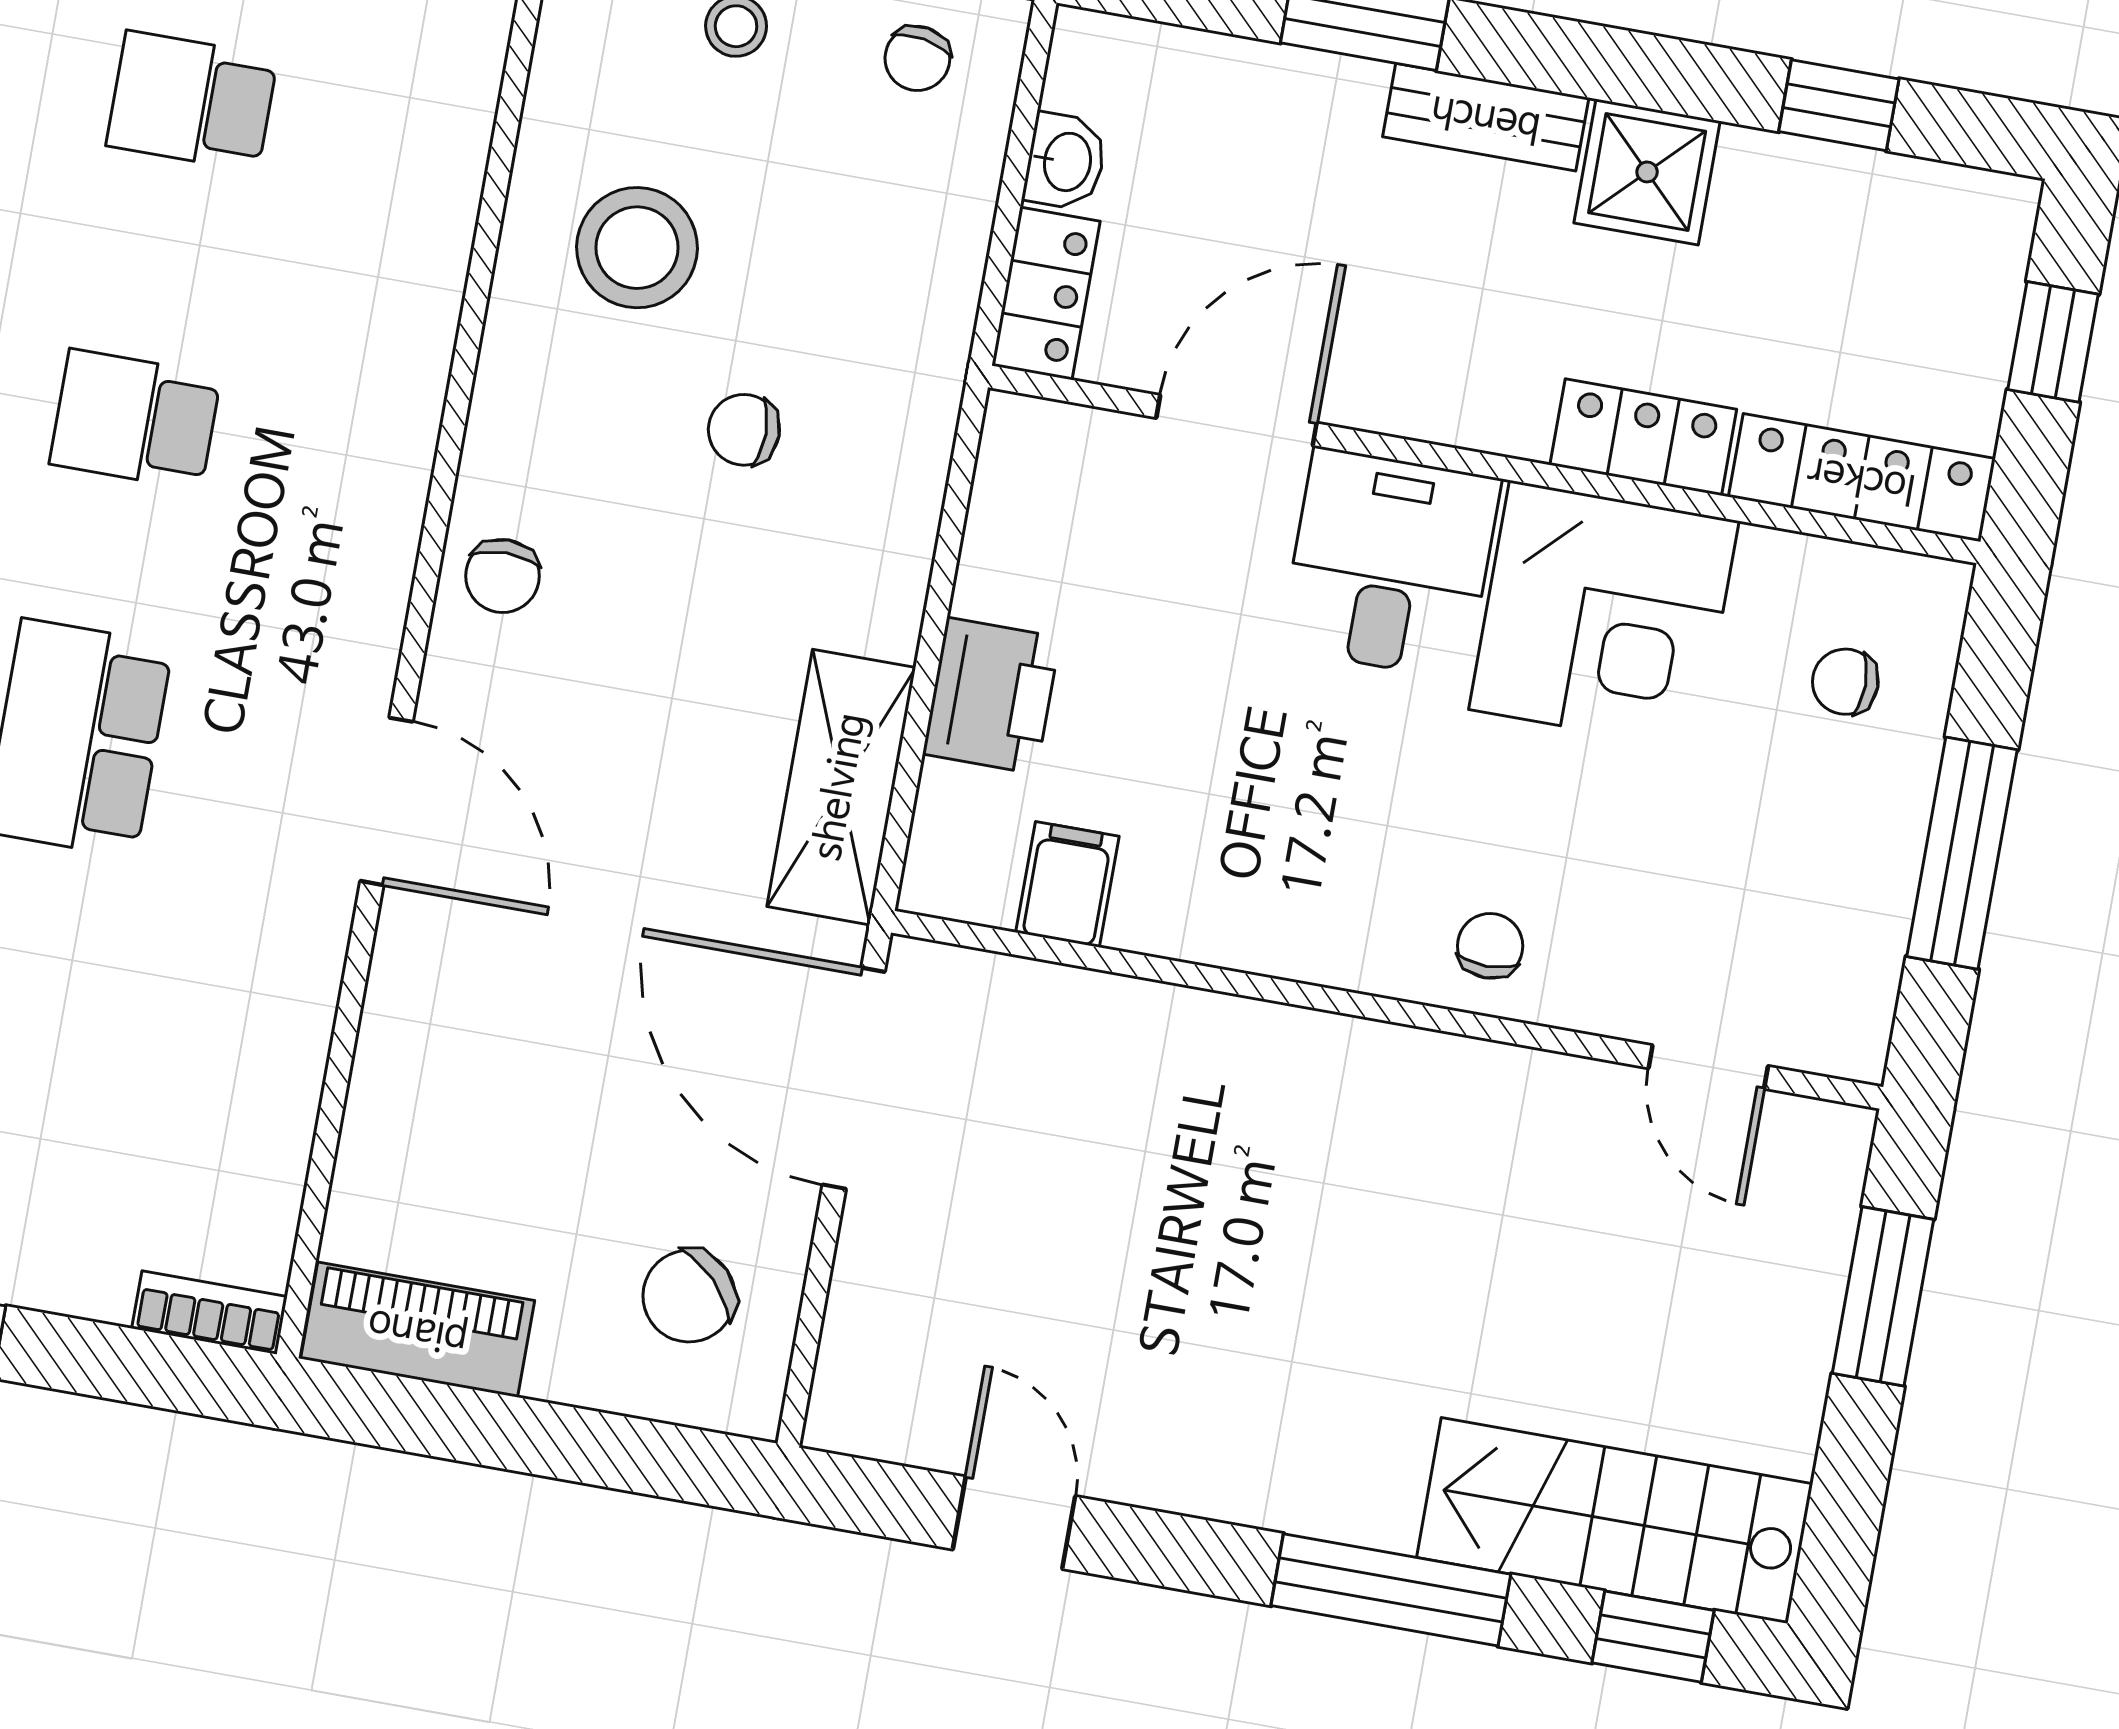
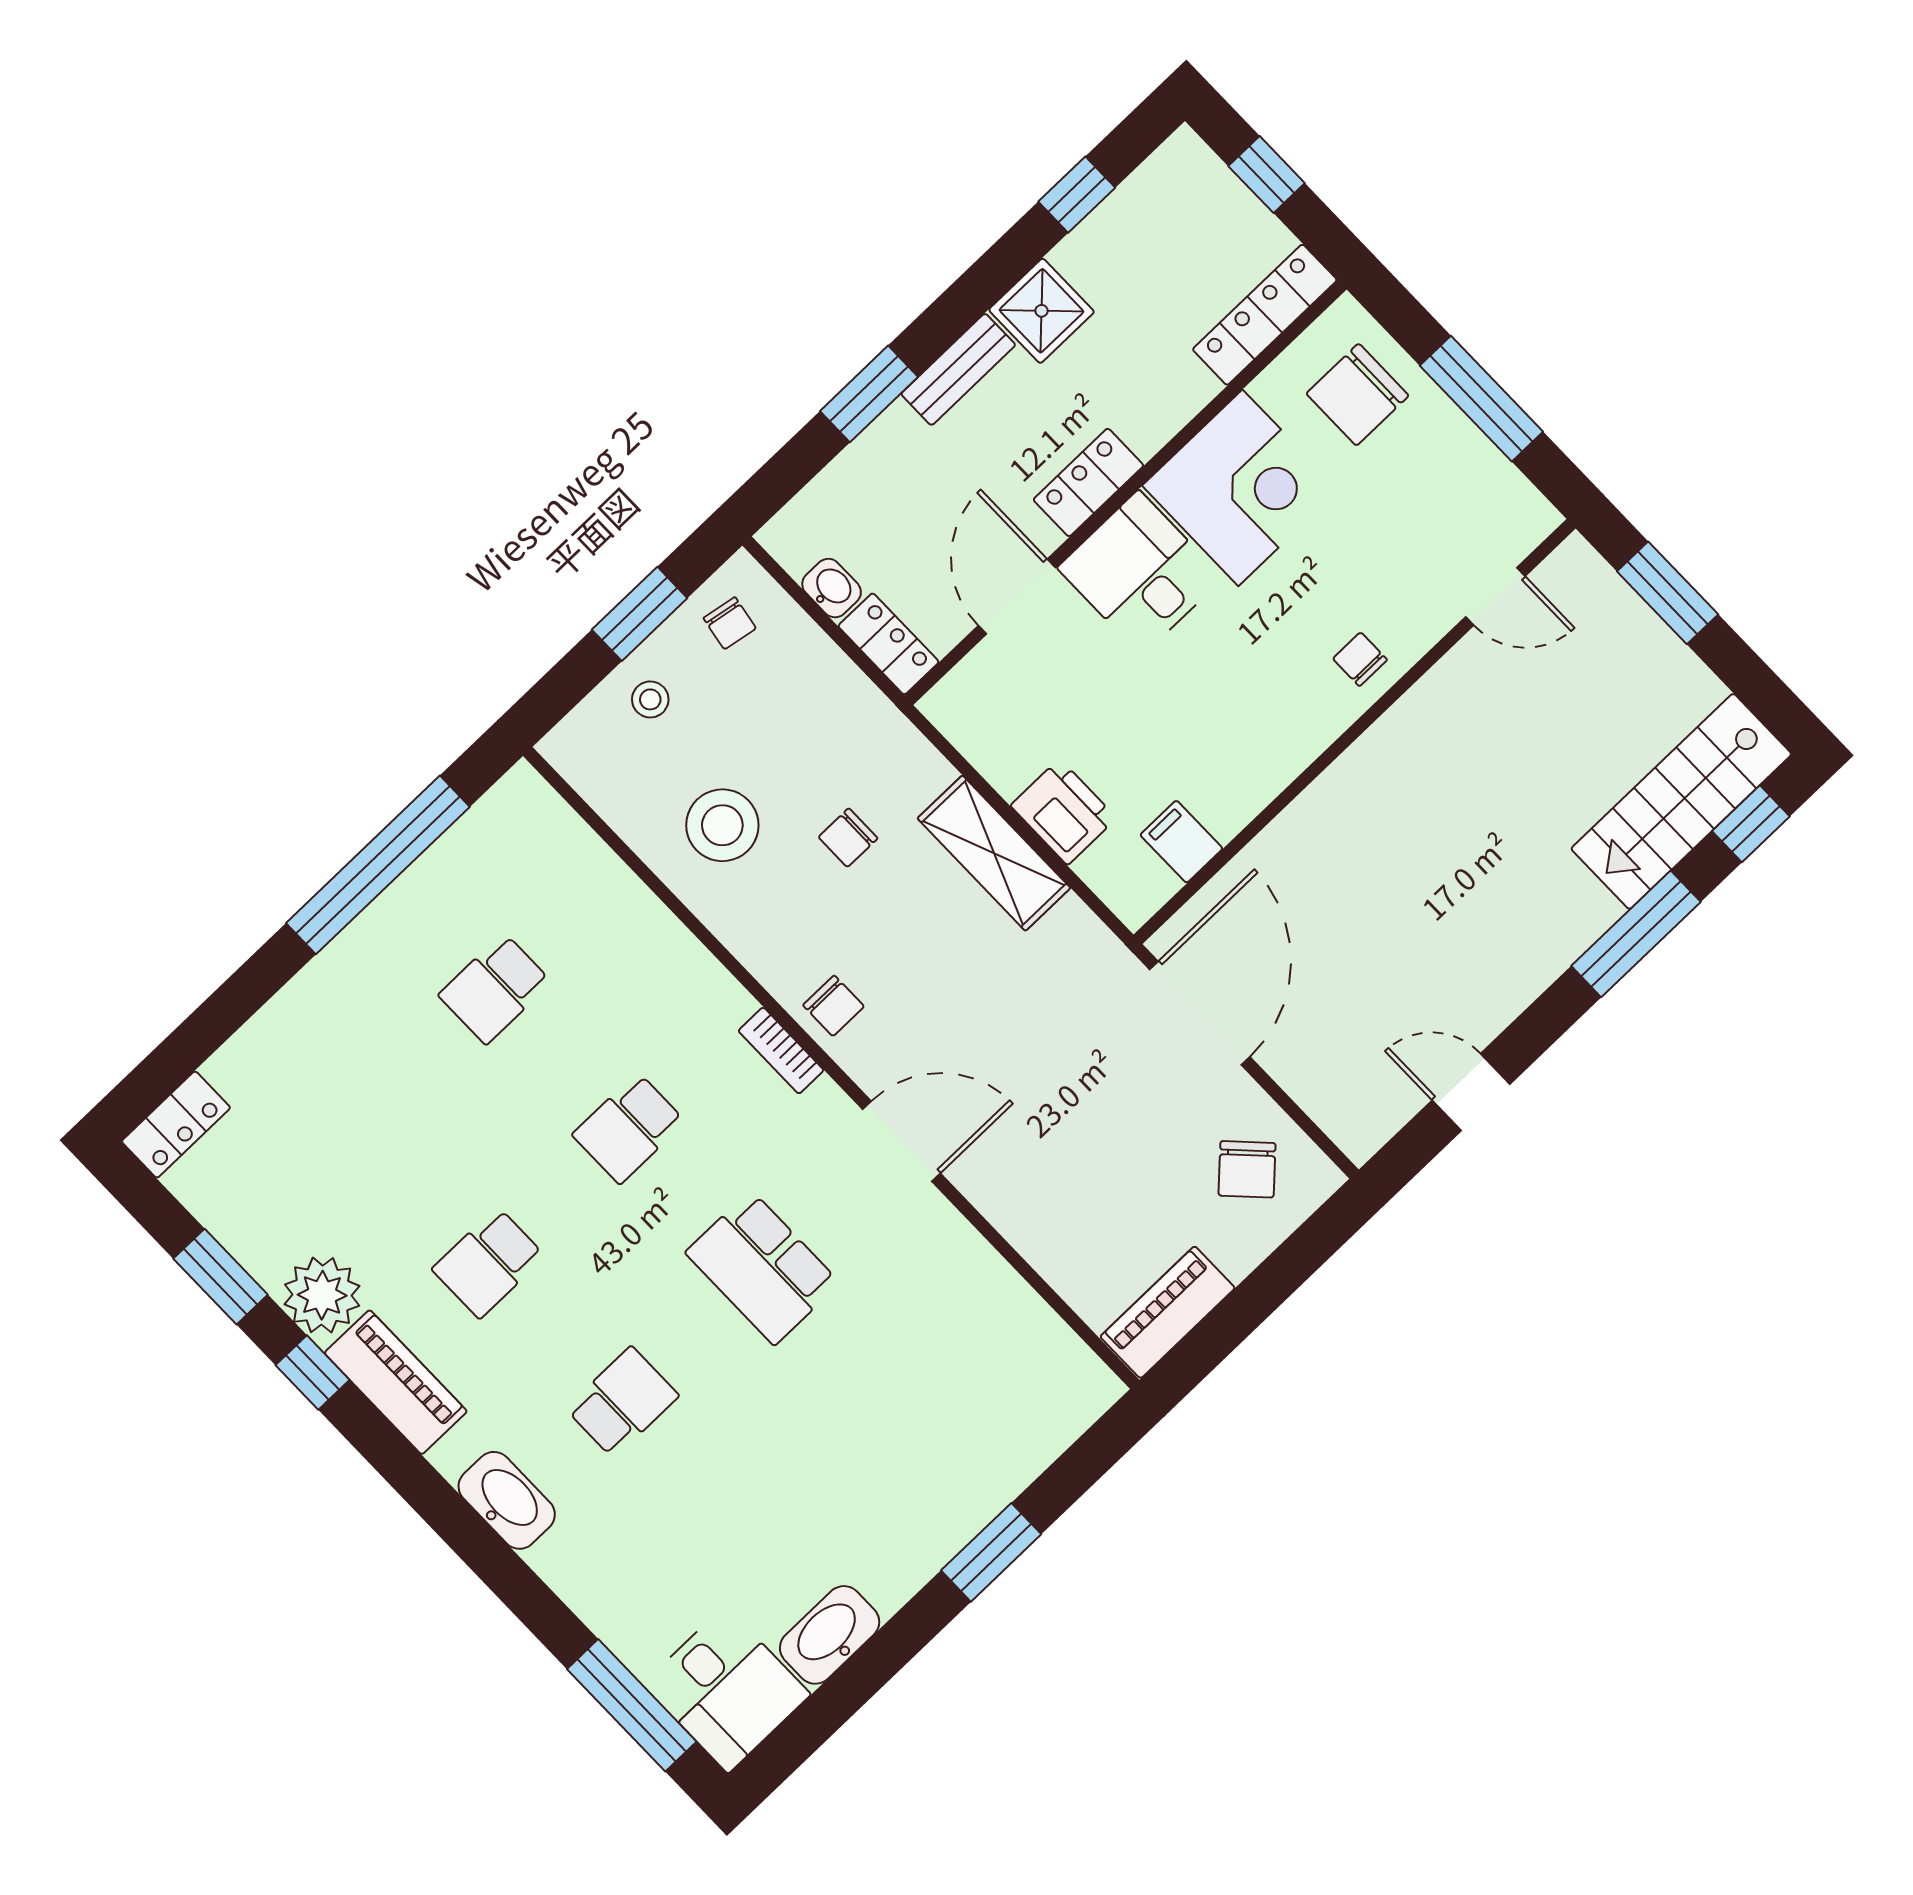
locker: (1643, 437) -> (1088, 482), moved
chair: (1845, 682) -> (1357, 395), width x1.87, depth x1.87
shelving: (841, 787) -> (994, 853), moved
door: (854, 1078) -> (1200, 1013), swing flipped
bookcase: (209, 1313) -> (781, 1051), moved, turned -90

